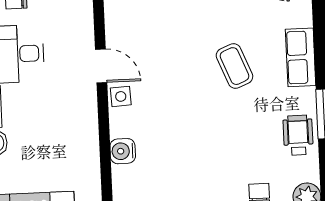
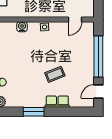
door: (101, 66) -> (75, 19), moved
wheelchair: (298, 135) -> (25, 99), removed

